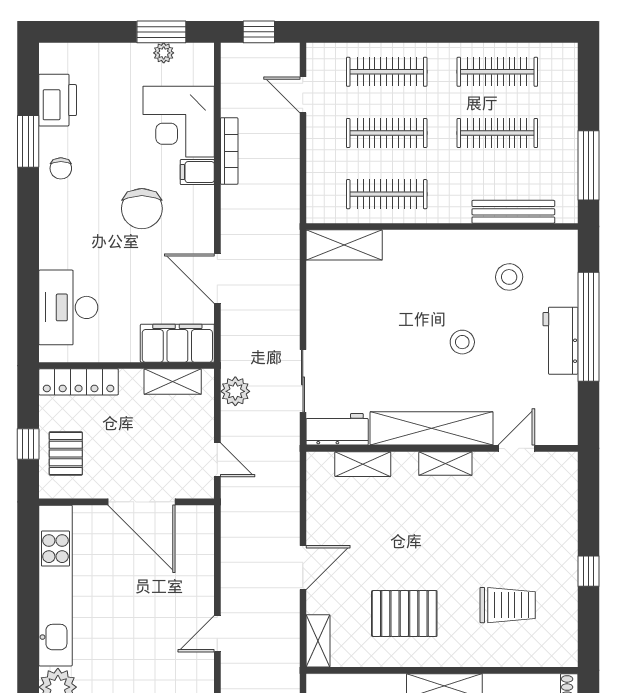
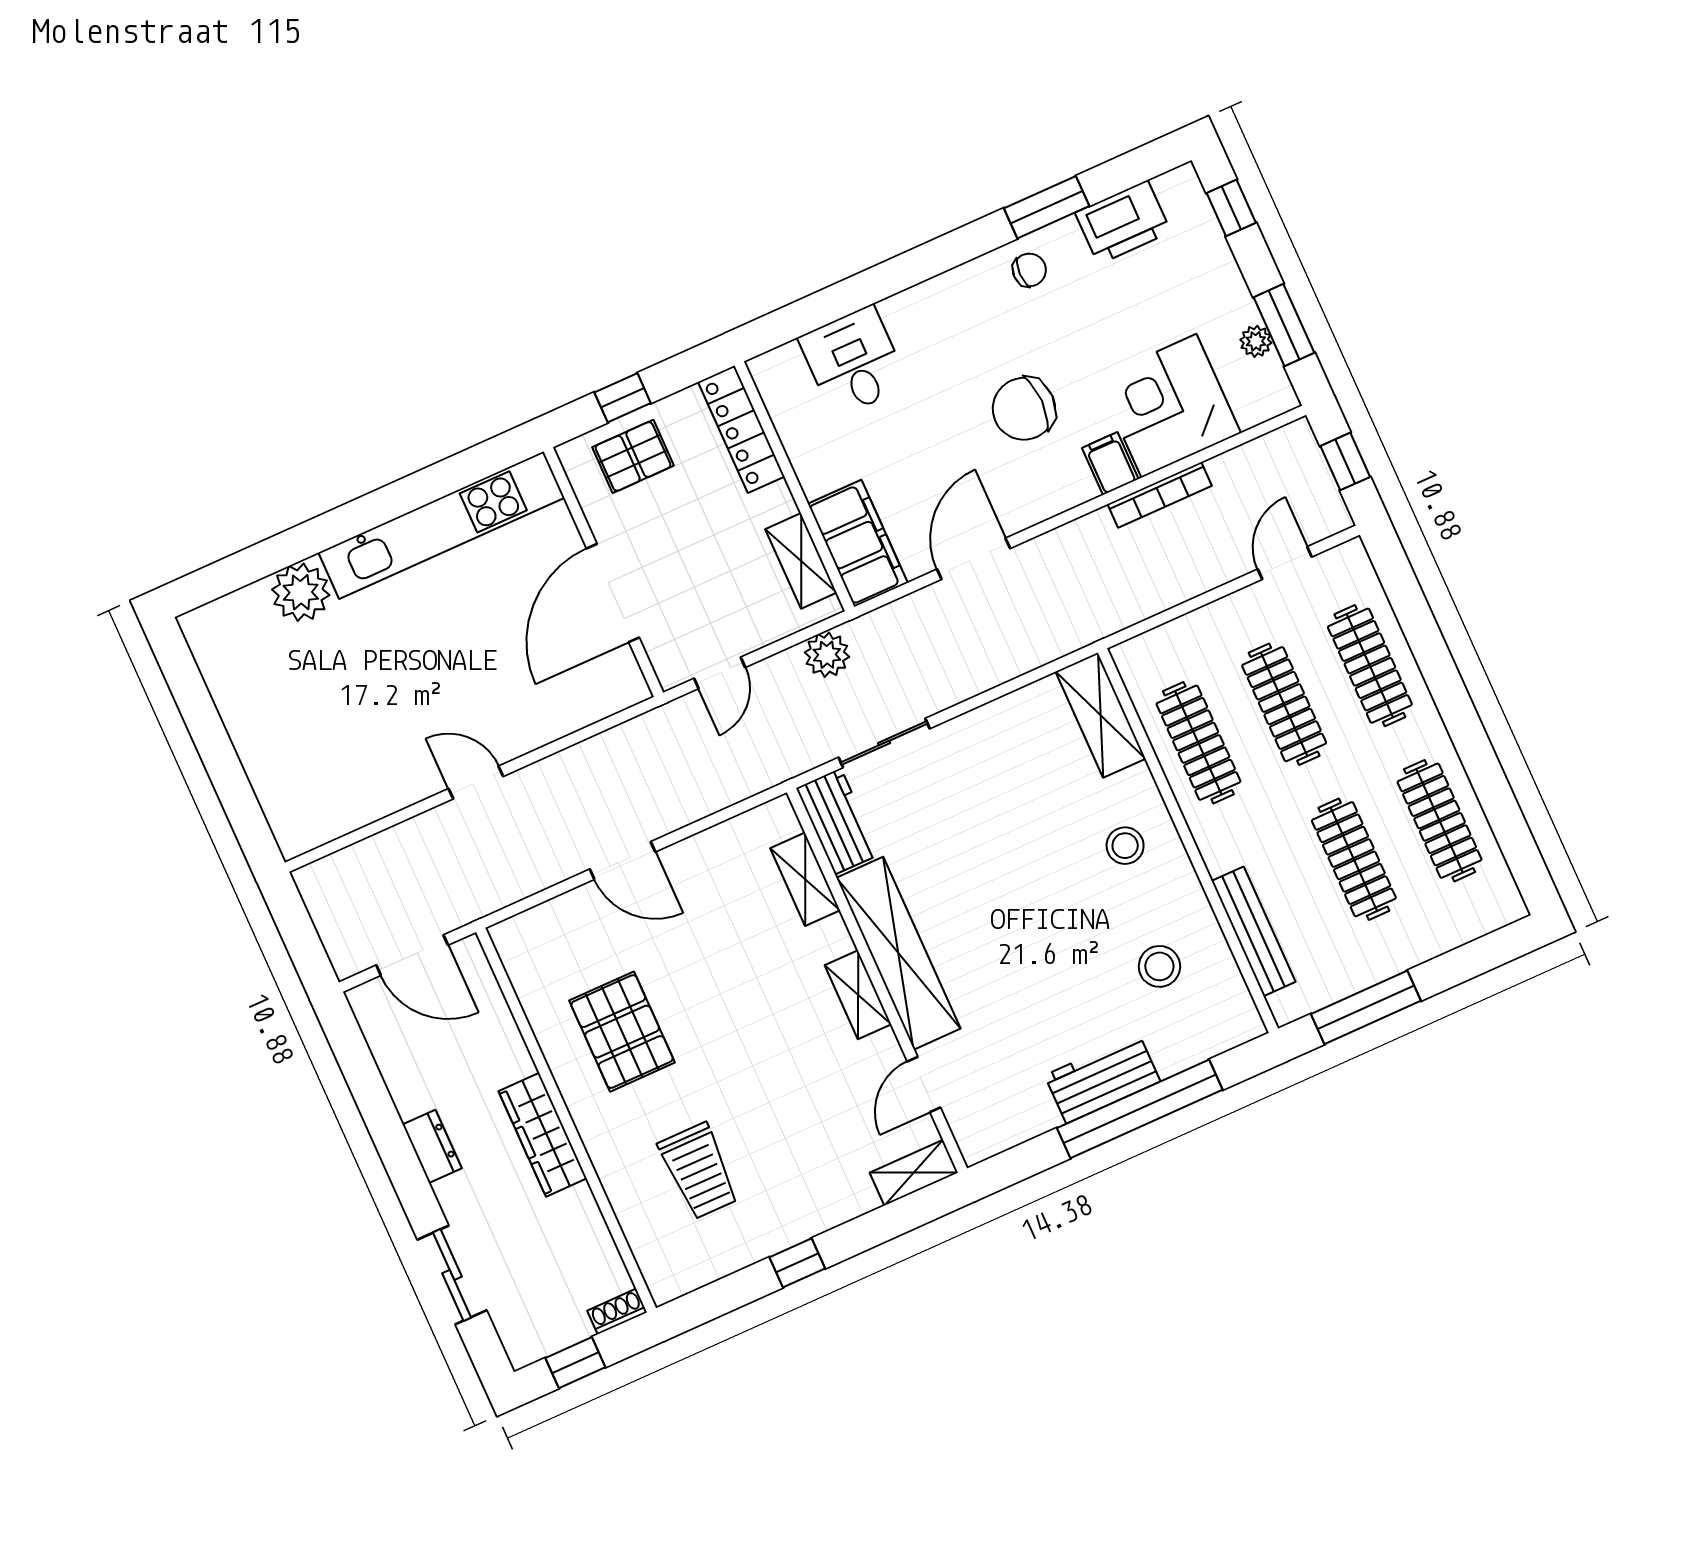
window: (78, 32) -> (1231, 208), added
chair: (61, 168) -> (1029, 270), turned 180
desk: (68, 307) -> (853, 362), width x0.73
stool: (462, 342) -> (1125, 846), moved
door: (516, 448) -> (924, 1085), swing flipped
shelving: (318, 641) -> (914, 1173), moved

